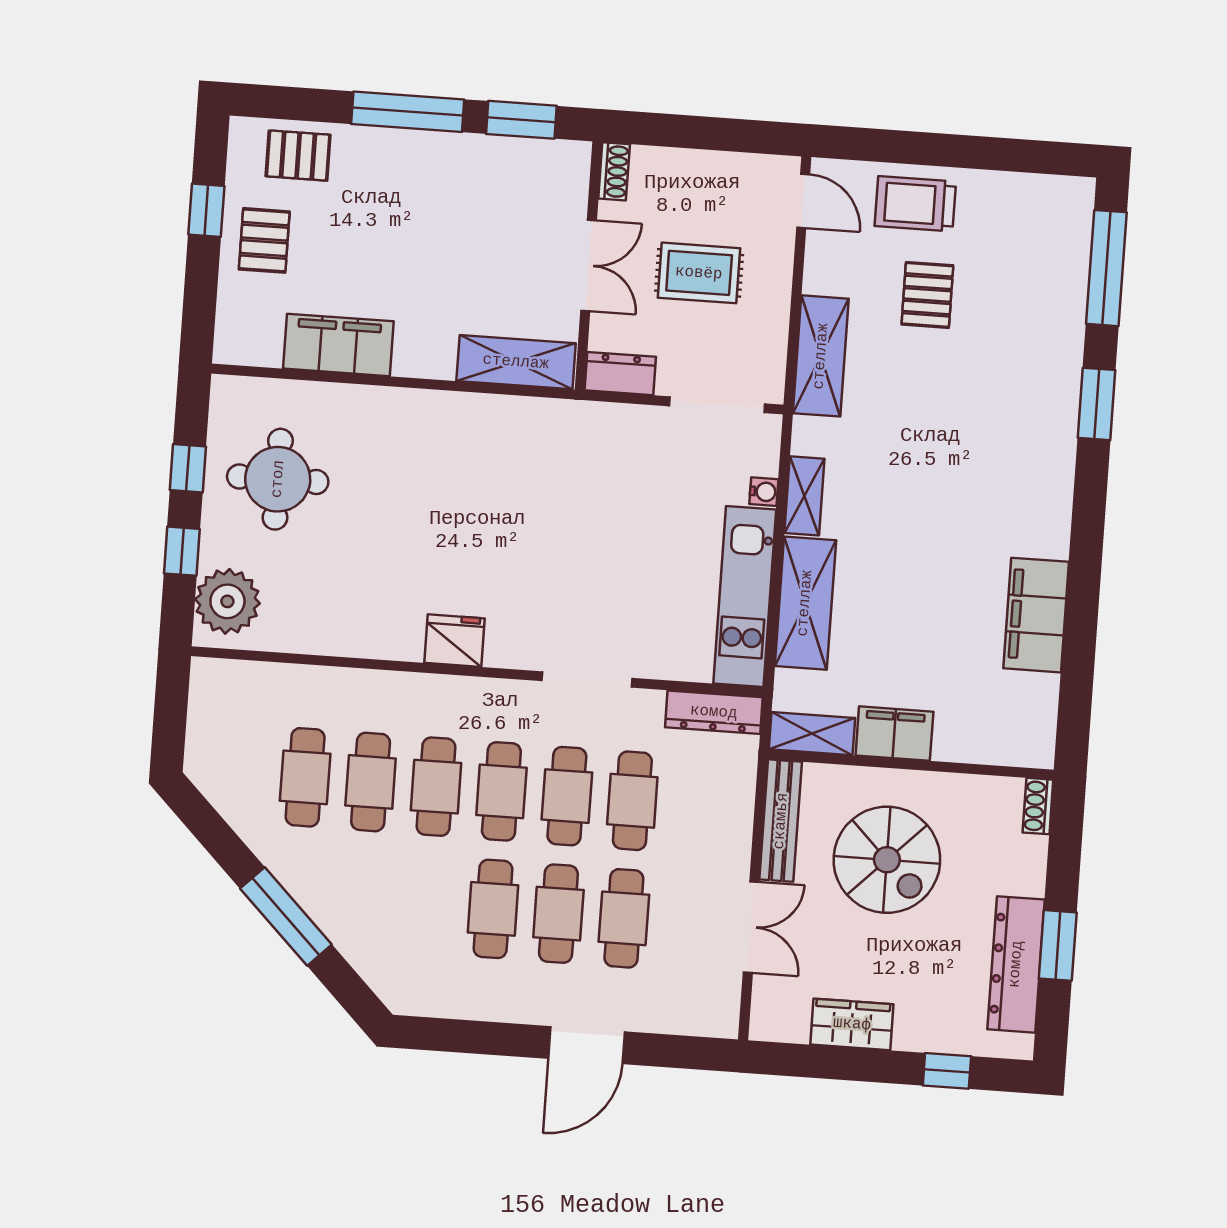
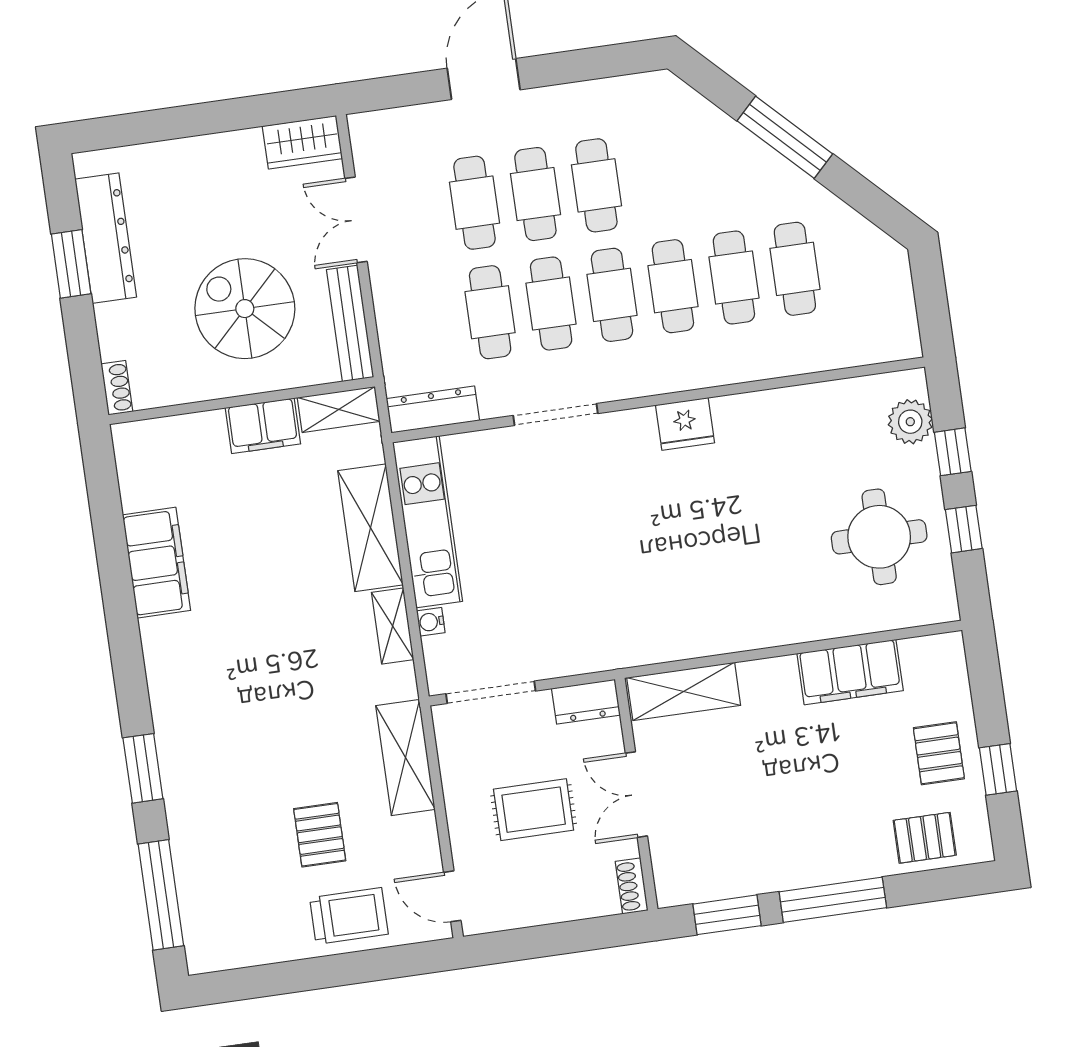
plant: (227, 601) -> (910, 422), width x0.73, depth x0.73
wardrobe: (852, 1024) -> (302, 142), moved
window: (947, 1071) -> (148, 127), removed

